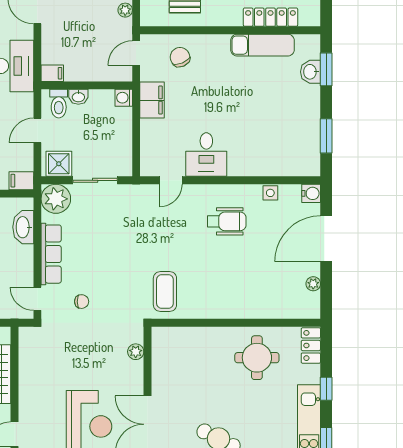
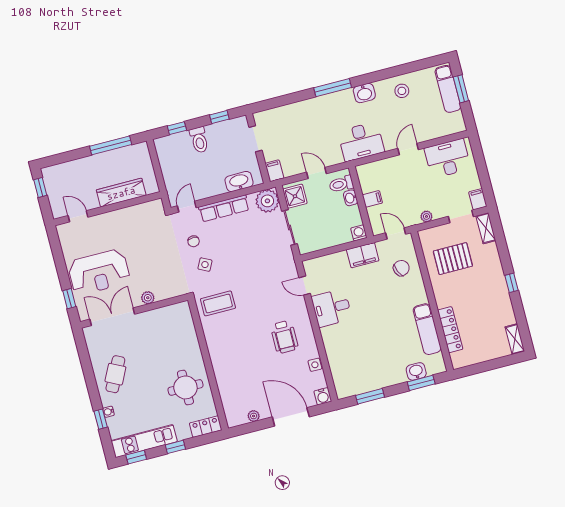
filing cabinet: (52, 73) -> (372, 199), moved, turned -90
side table: (113, 295) -> (205, 265), added
plant: (136, 352) -> (148, 298), moved

